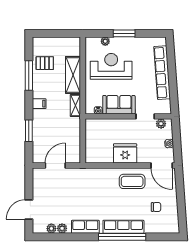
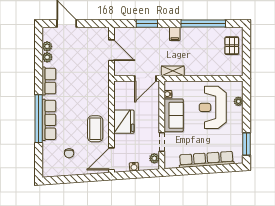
window: (124, 33) -> (247, 144), moved
pallet: (45, 63) -> (232, 46), moved
reception desk: (111, 66) -> (213, 107), turned 180
shelving: (73, 75) -> (204, 68), removed
window: (29, 76) -> (203, 23), width x1.46
door: (83, 132) -> (145, 78), added

